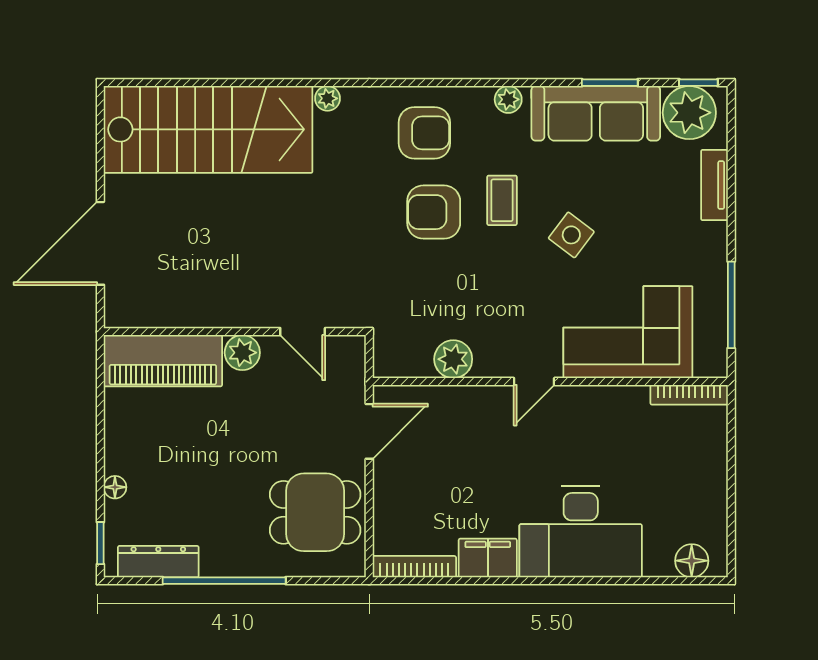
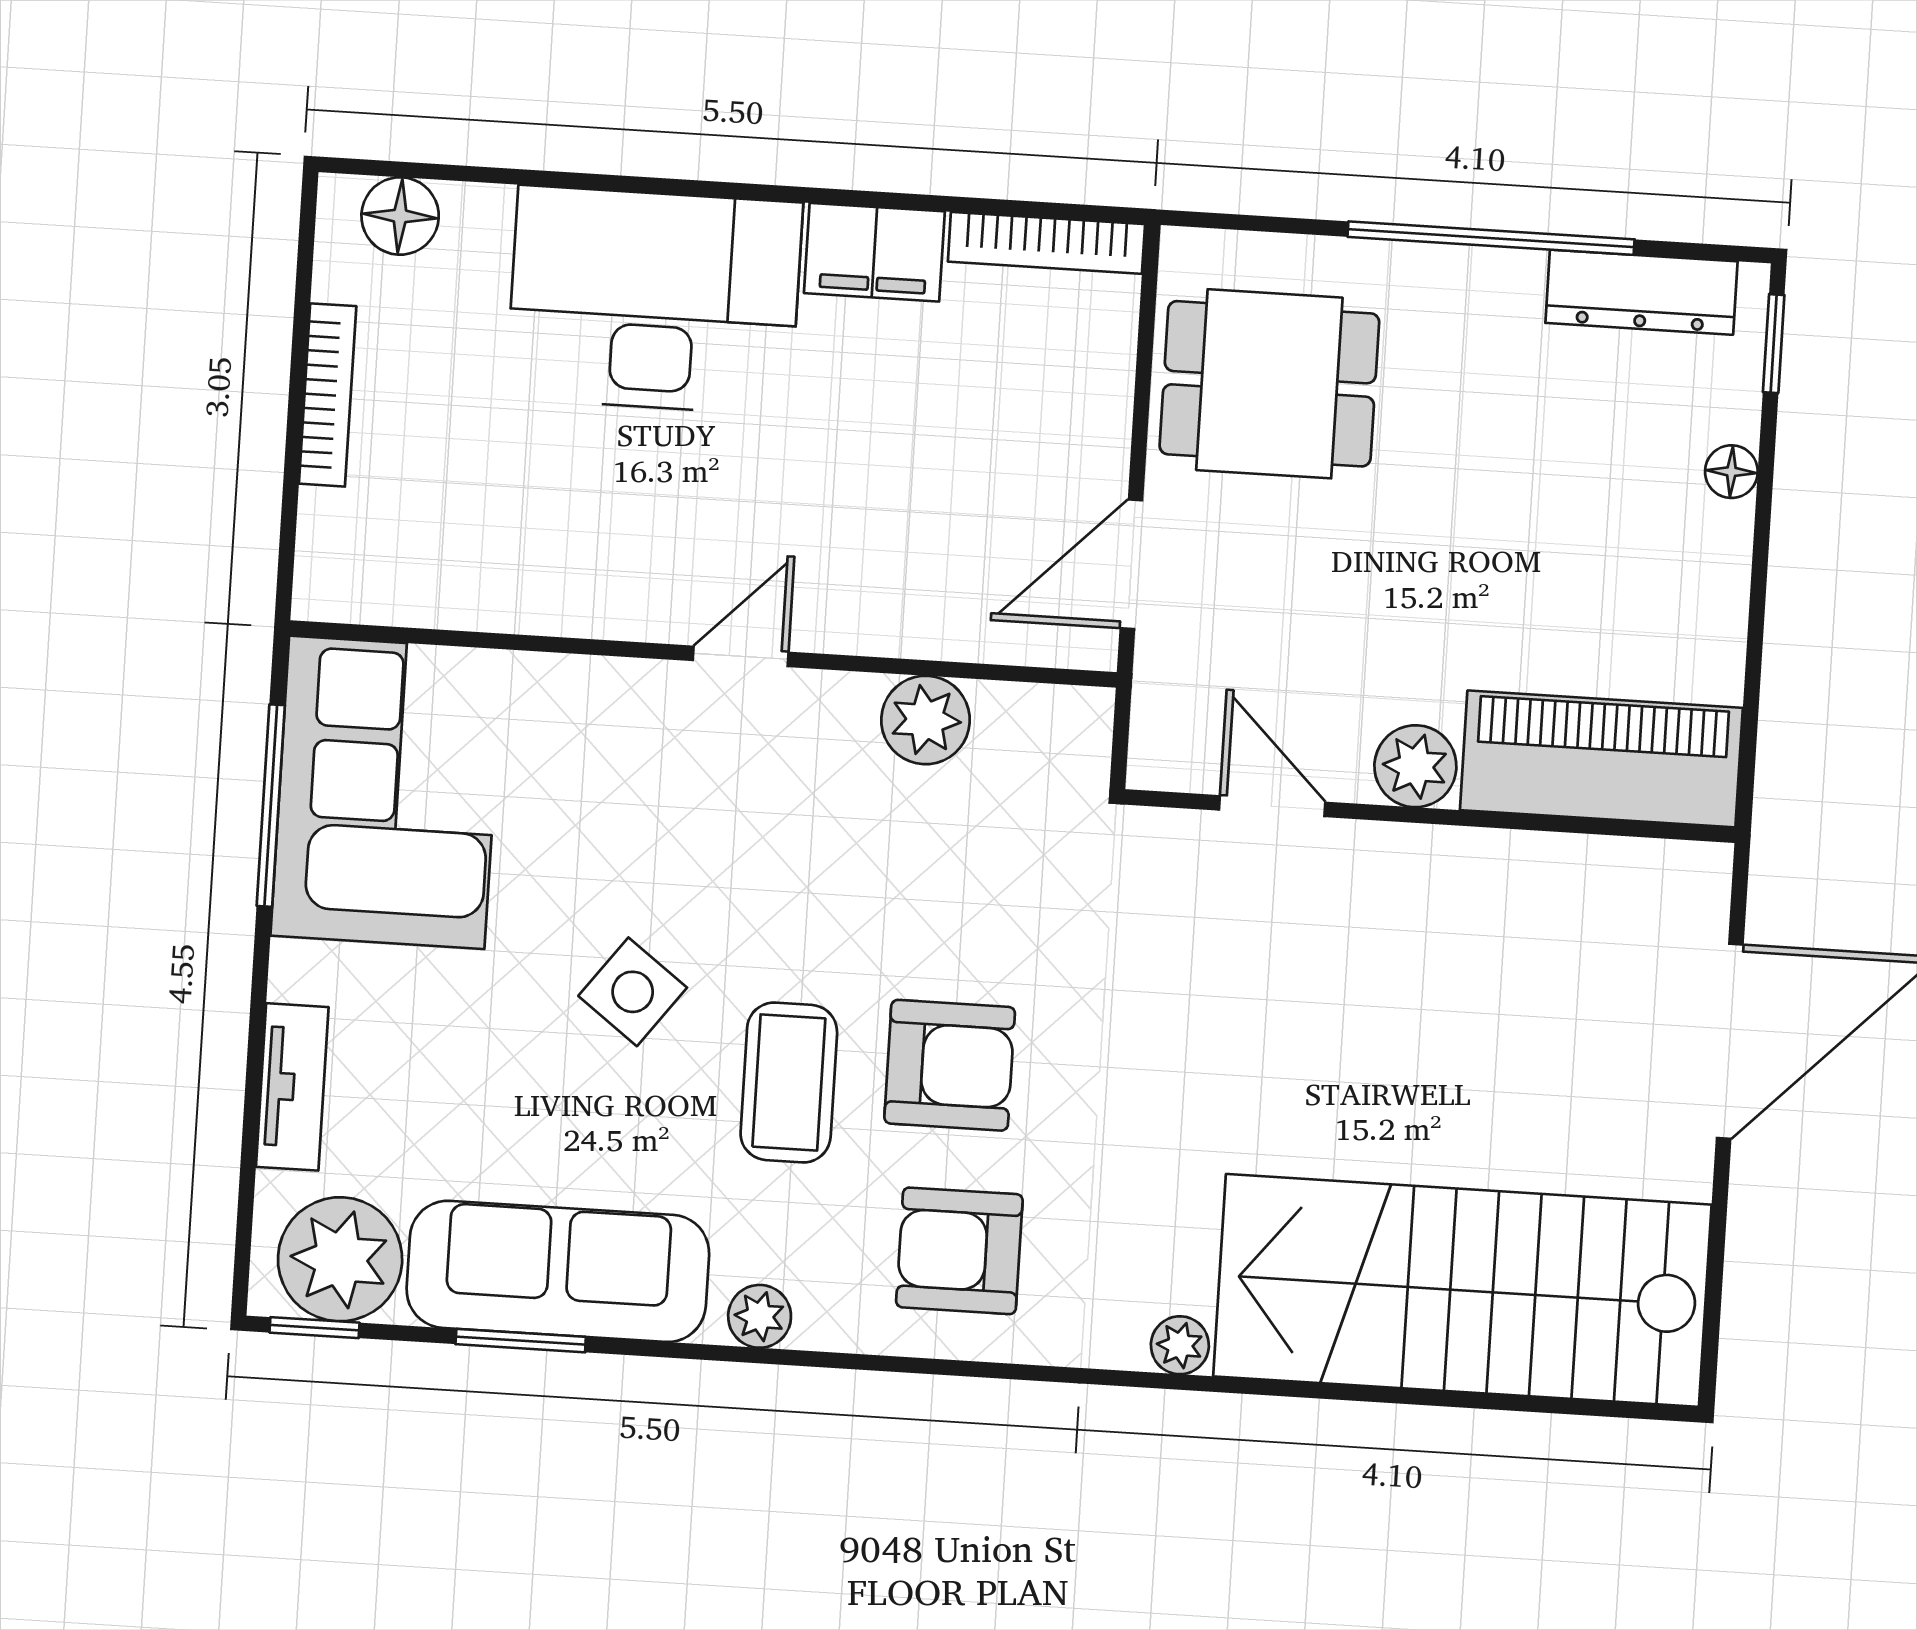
coffee table: (502, 200) -> (789, 1083), width x1.36, depth x1.30
corner sofa: (628, 332) -> (387, 792), moved, turned -90
bookcase: (689, 395) -> (328, 395), moved, turned 90

